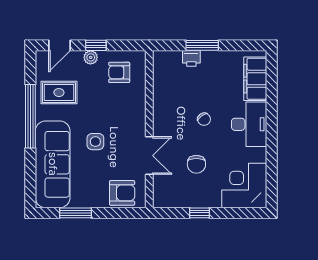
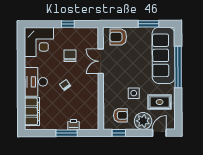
window: (96, 45) -> (119, 133), moved
plant: (91, 57) -> (143, 121), width x1.88, depth x1.88
window: (30, 116) -> (178, 67), moved
side table: (95, 142) -> (134, 93), moved

